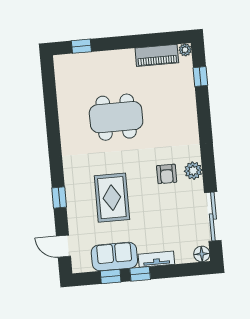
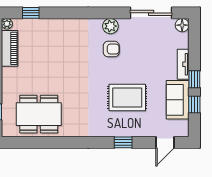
dining table: (116, 117) -> (39, 114), moved, turned 90

